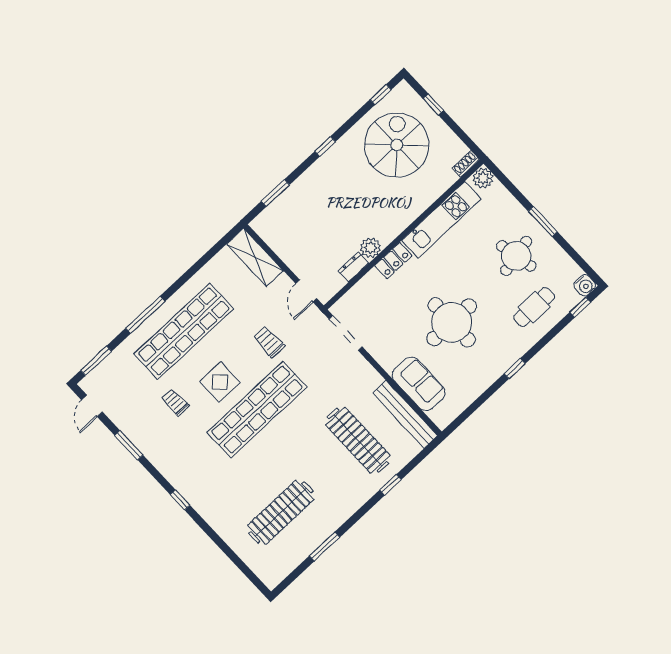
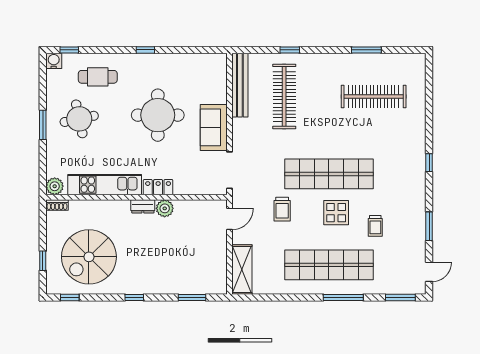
dresser: (353, 267) -> (143, 206), moved
sofa: (419, 384) -> (214, 127), moved

